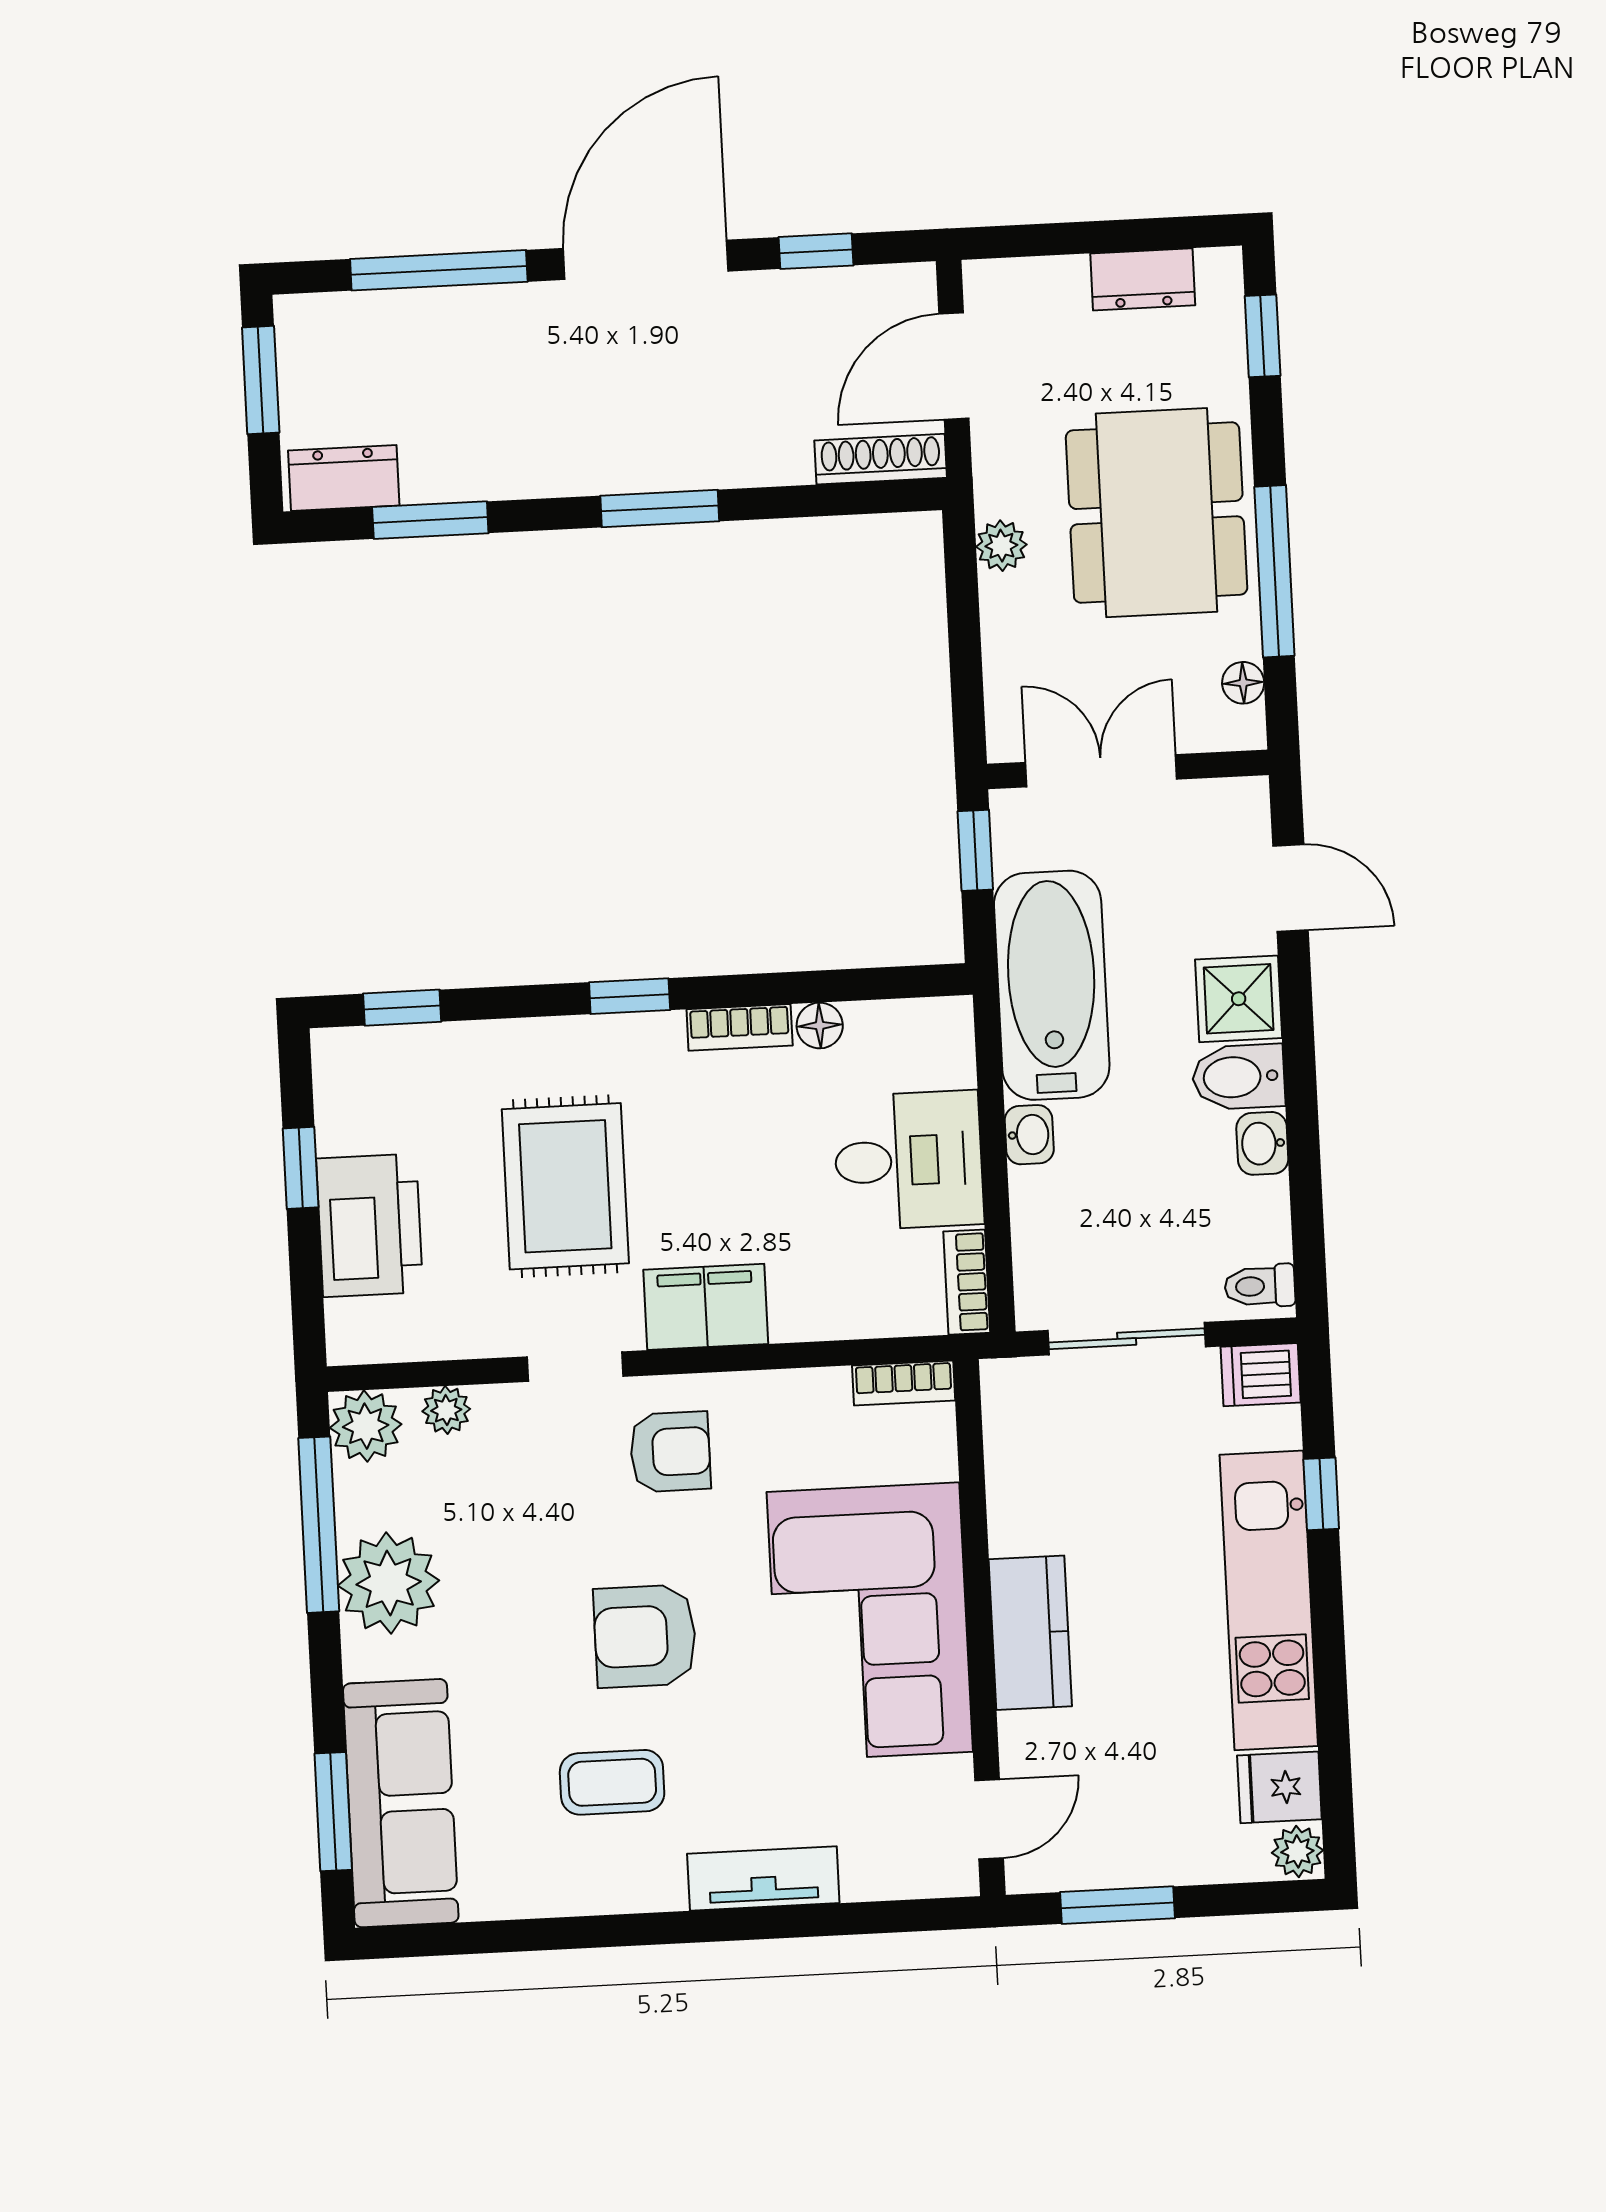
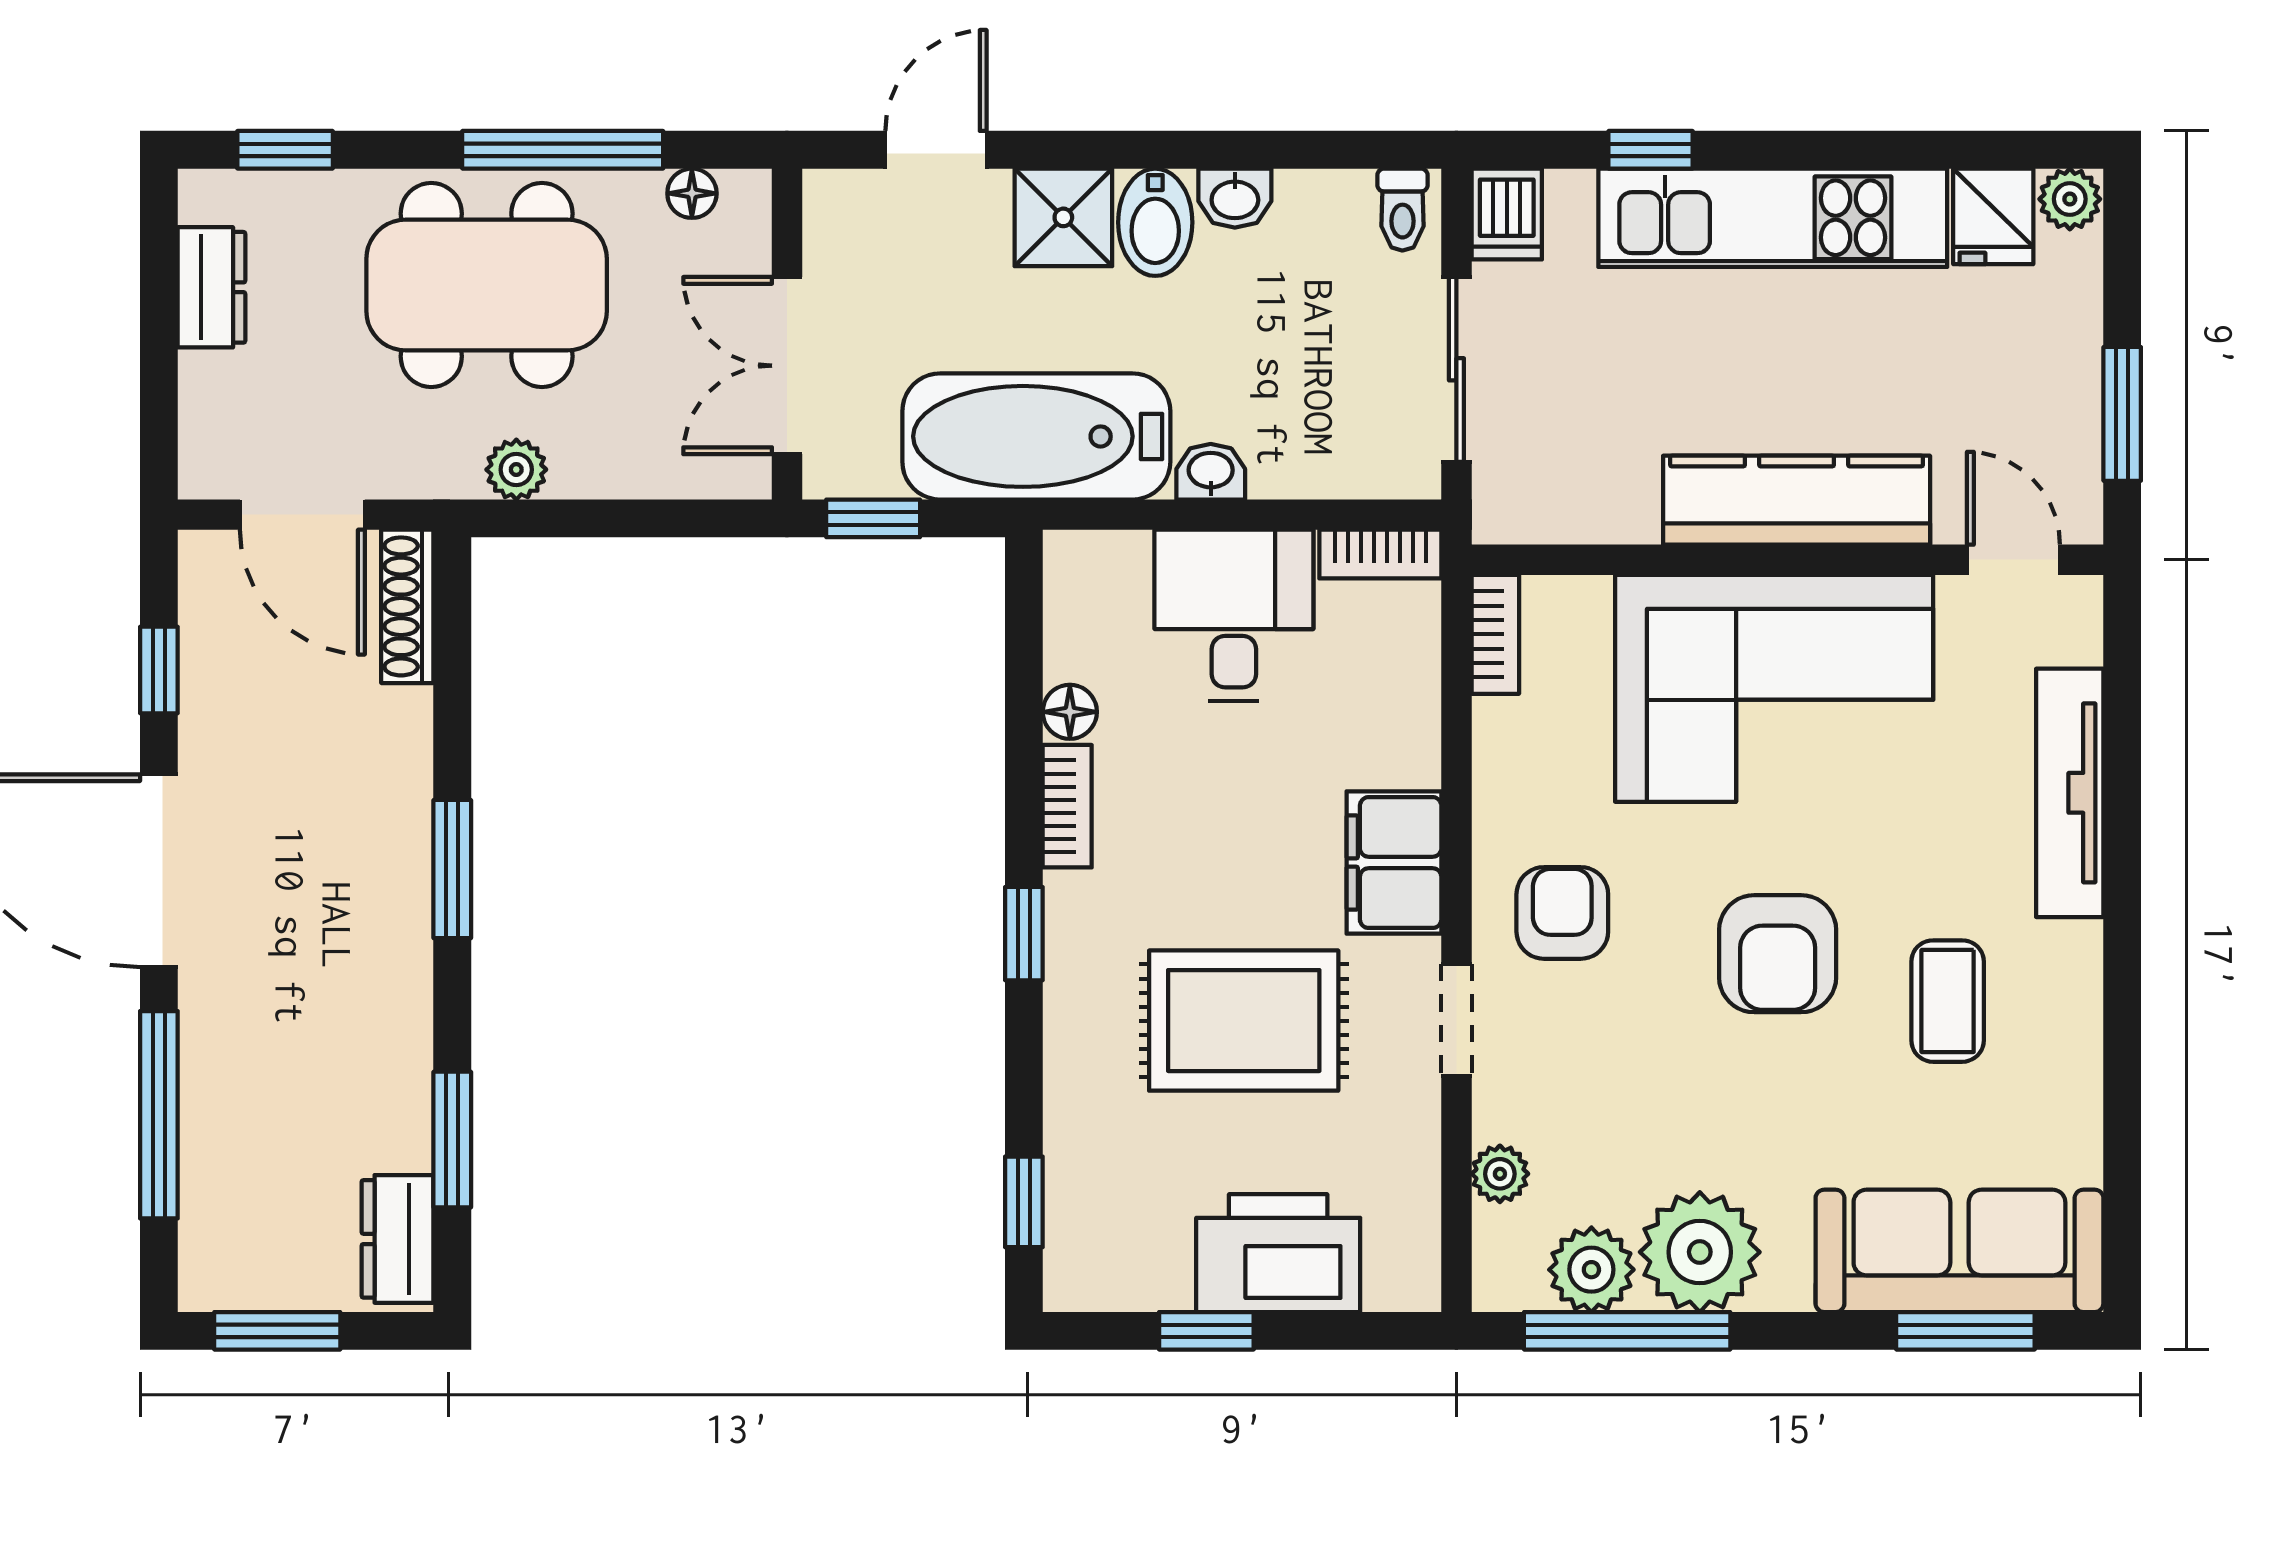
plant: (366, 1426) -> (1591, 1270), moved
kitchen counter: (1030, 1633) -> (1797, 500), width x1.50
tv unit: (763, 1878) -> (2070, 793), width x1.41

